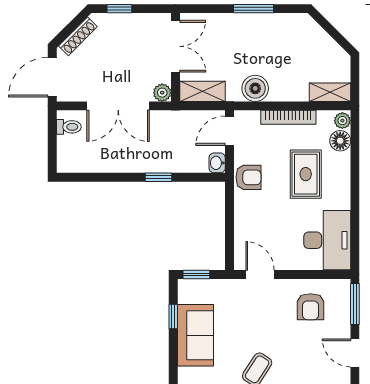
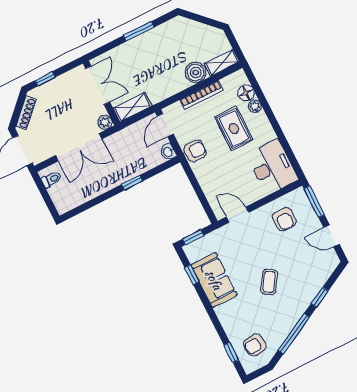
boiler: (255, 88) -> (196, 73), moved
plant: (342, 121) -> (255, 106), moved

